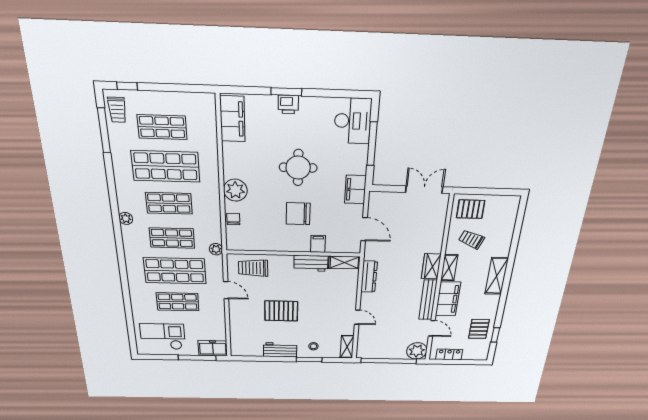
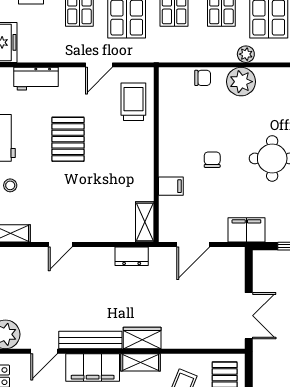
chair: (298, 214) -> (212, 160), width x0.54, depth x0.54
plant: (216, 249) -> (246, 54), moved
workbench: (311, 263) -> (36, 79), moved, turned -90
dresser: (369, 277) -> (132, 256), width x0.70

